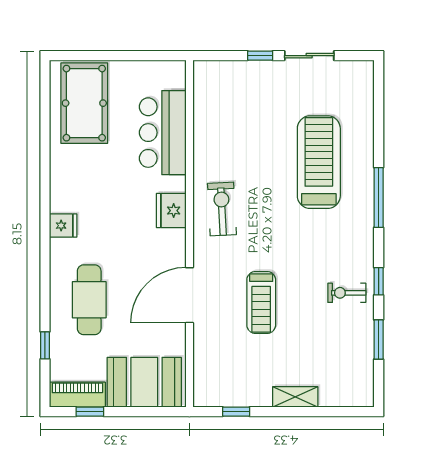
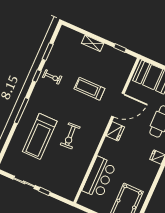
exercise bike: (222, 209) -> (70, 136), moved
fridge: (171, 211) -> (115, 131), moved
treadmill: (261, 302) -> (89, 89), turned -90

